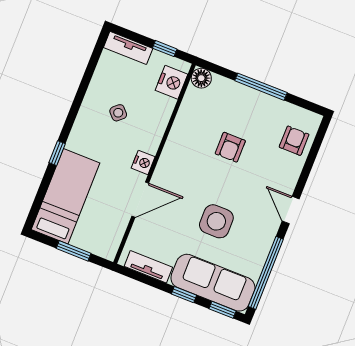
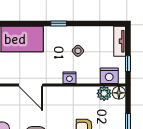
plant: (194, 100) -> (104, 93), added
window: (57, 153) -> (59, 23), moved
nightstand: (143, 162) -> (69, 78), moved

